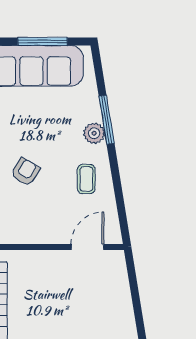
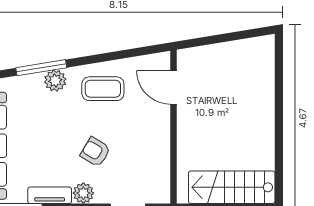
coffee table: (86, 179) -> (103, 89), width x1.36, depth x1.30

